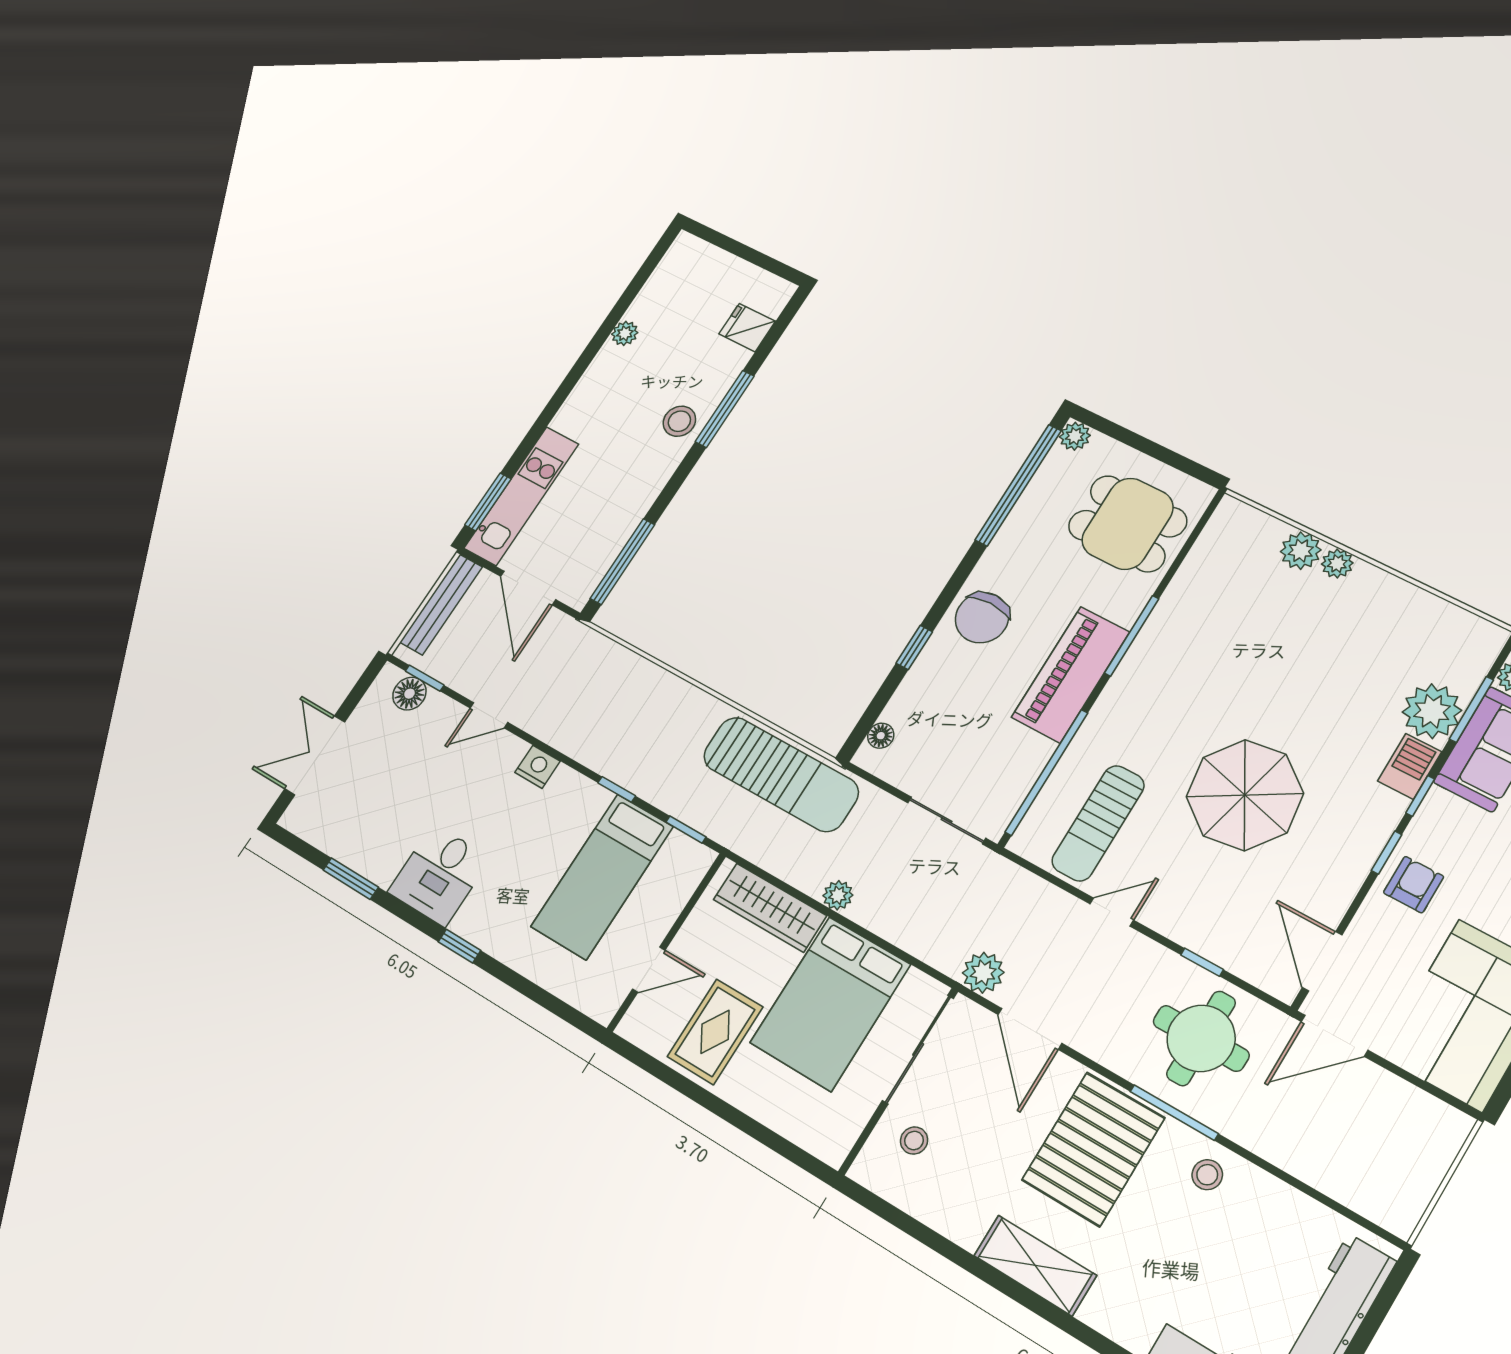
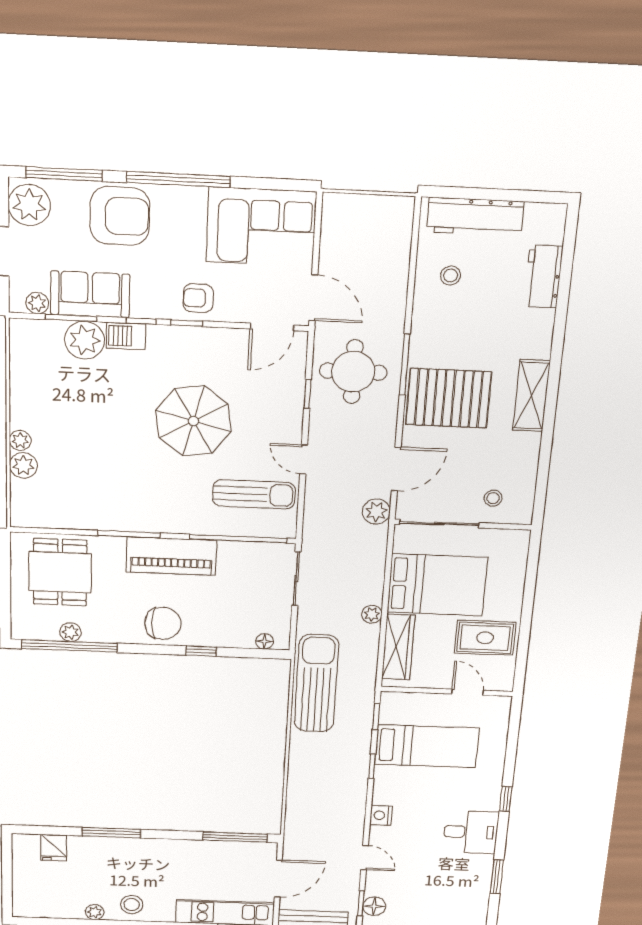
stool: (679, 421) -> (132, 905), moved
plant: (1075, 436) -> (70, 632), moved
stool: (1207, 1175) -> (451, 276), moved

